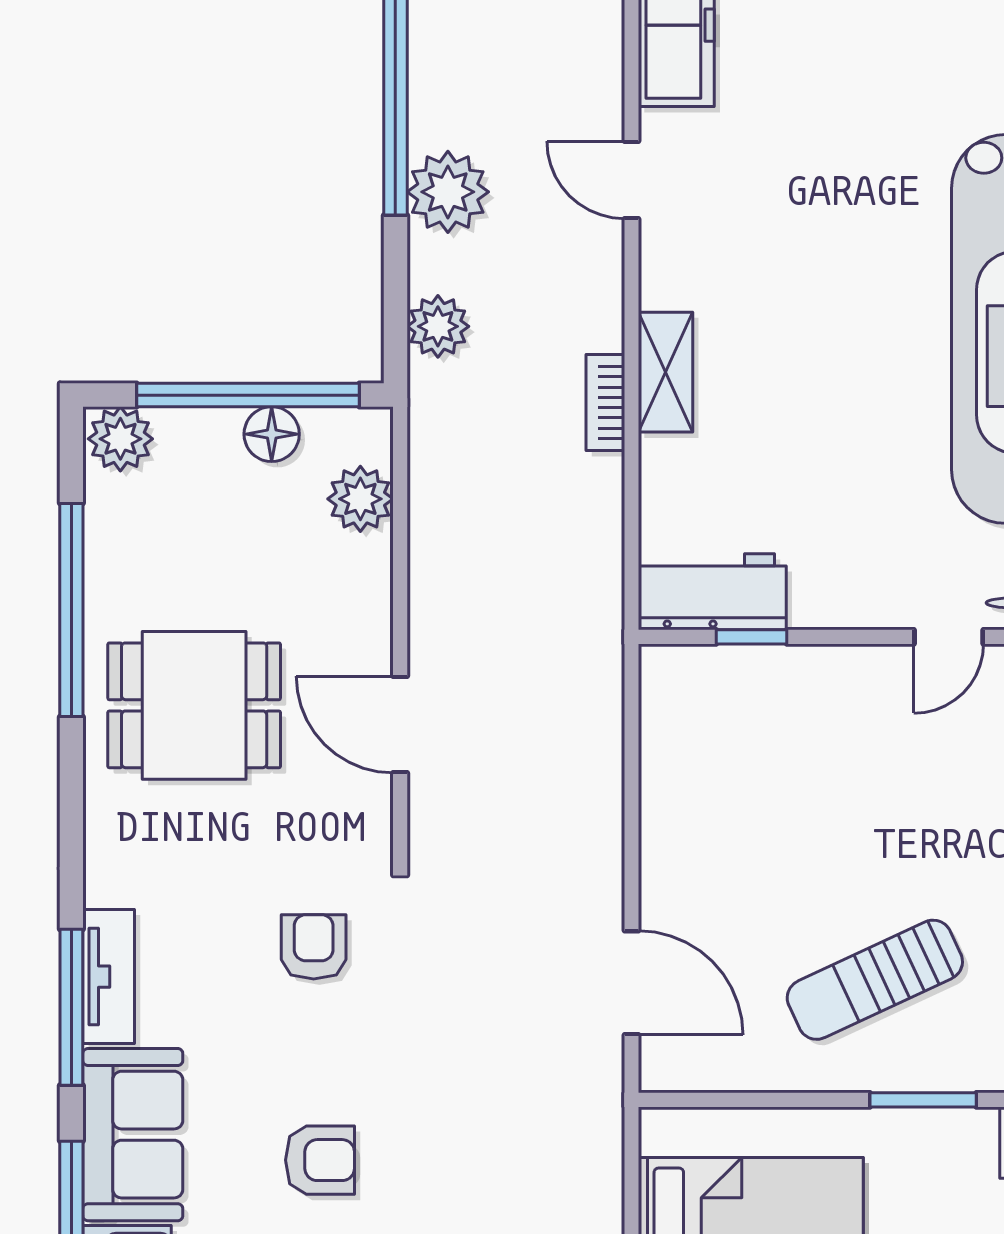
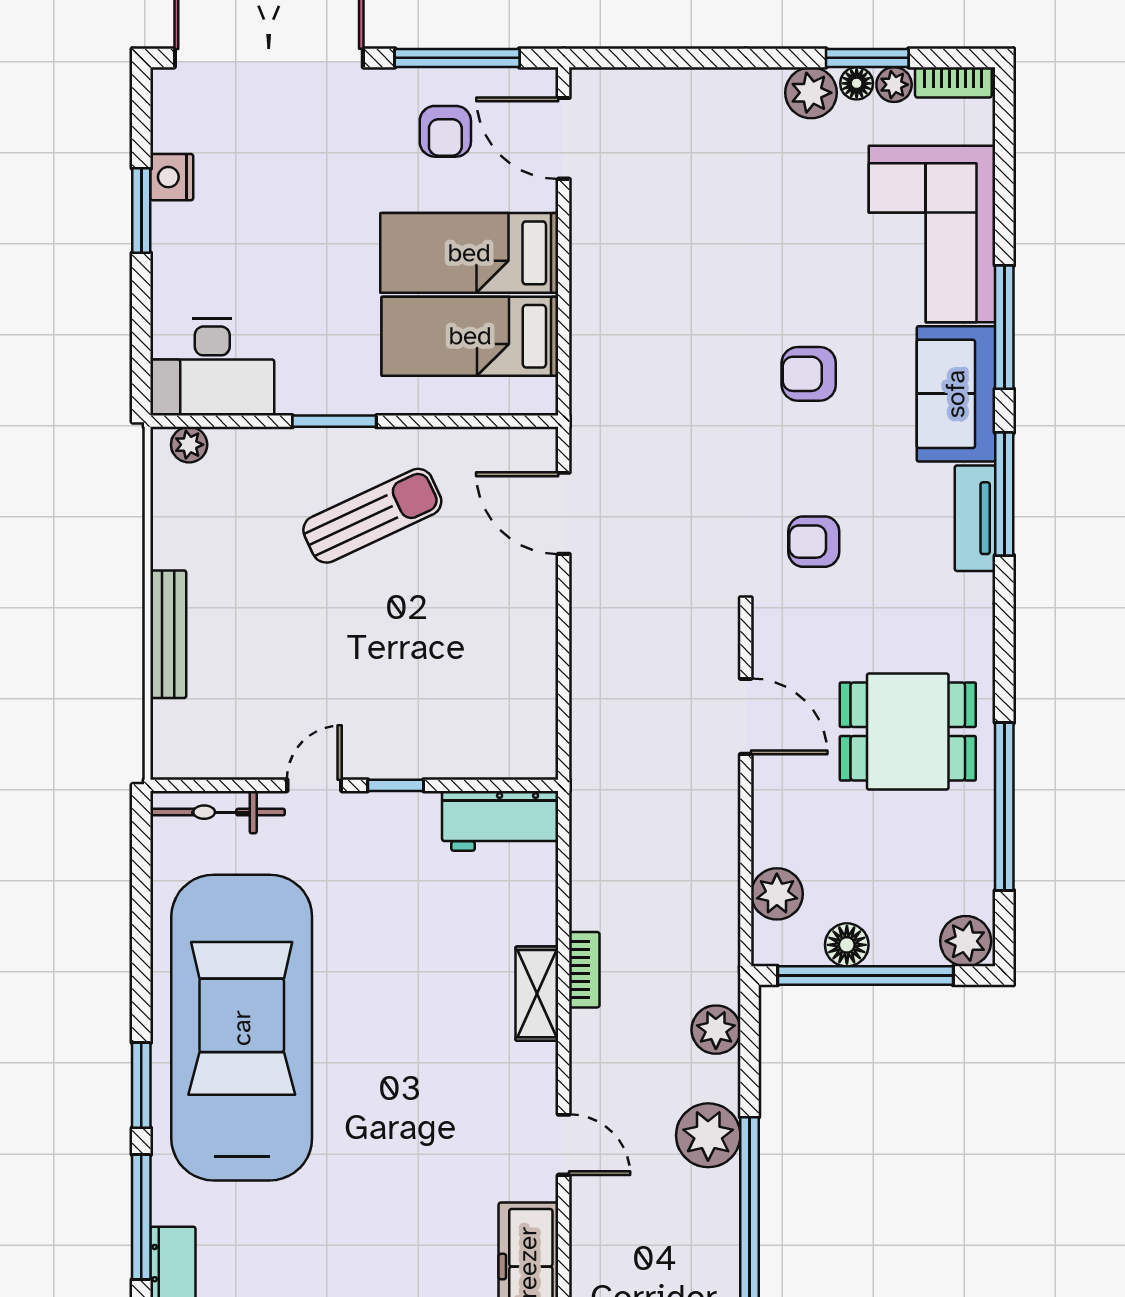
window: (752, 637) -> (396, 785), moved
armchair: (314, 947) -> (814, 542), turned 90

